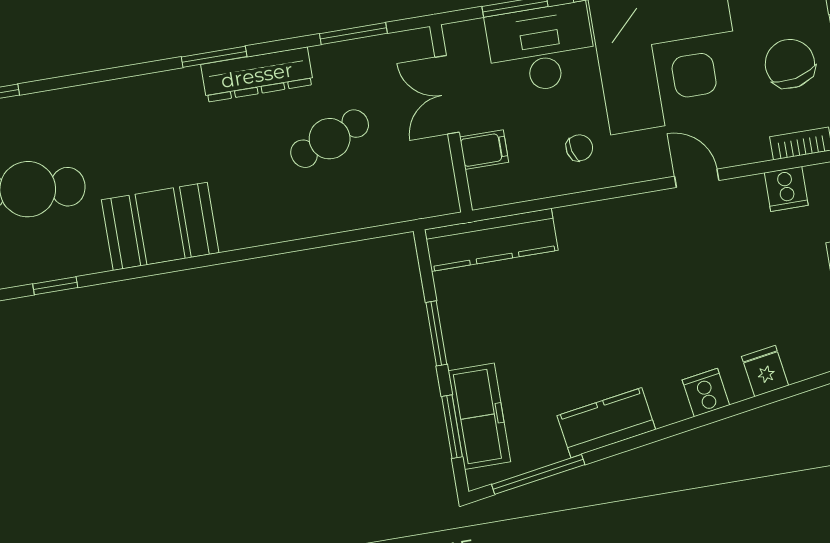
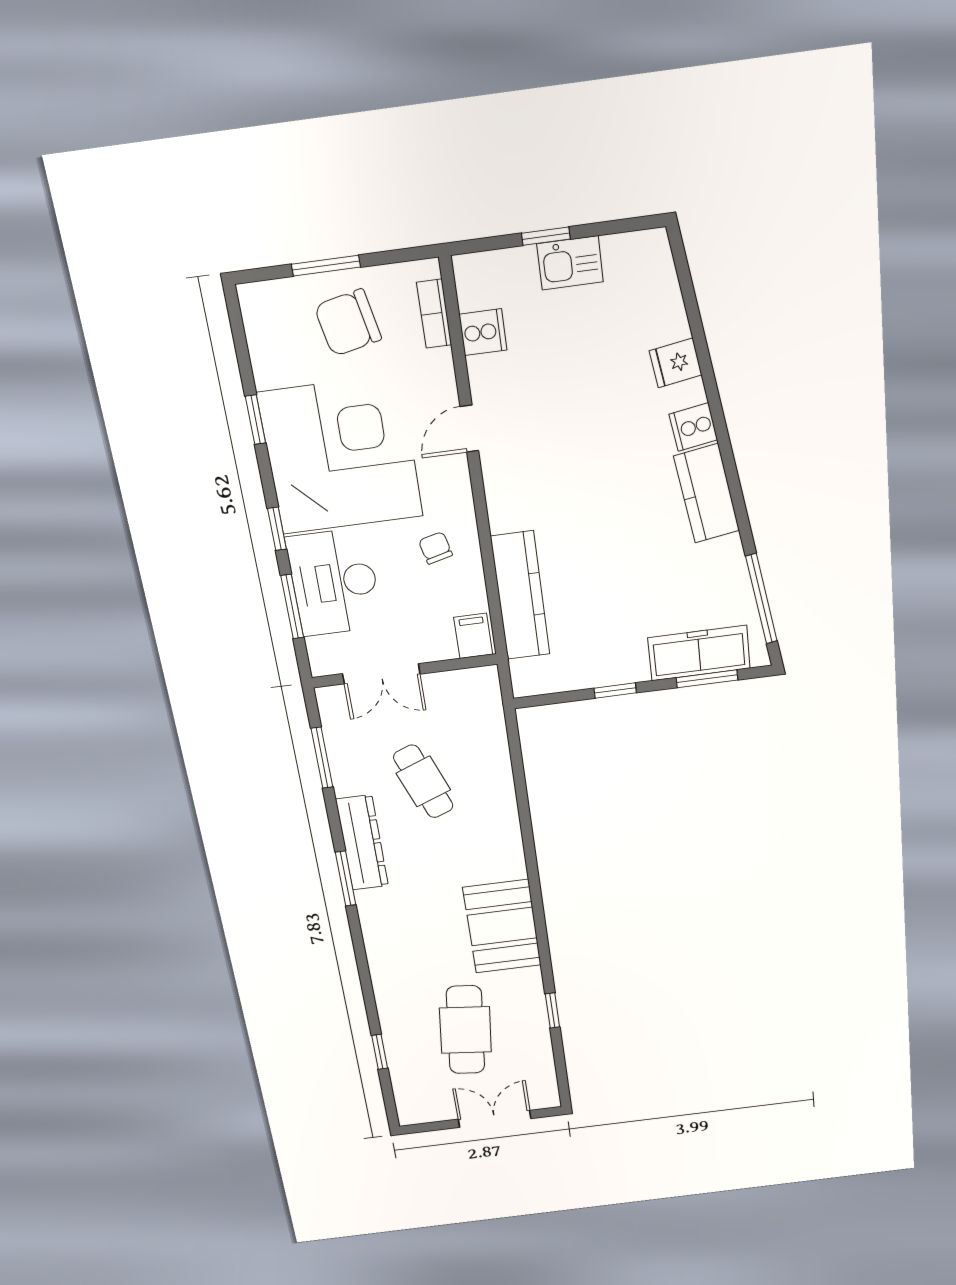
filing cabinet: (484, 150) -> (473, 636), moved
kitchen counter: (491, 240) -> (520, 596), moved
window: (436, 333) -> (615, 691), width x0.67
kitchen counter: (606, 423) -> (707, 493), moved

